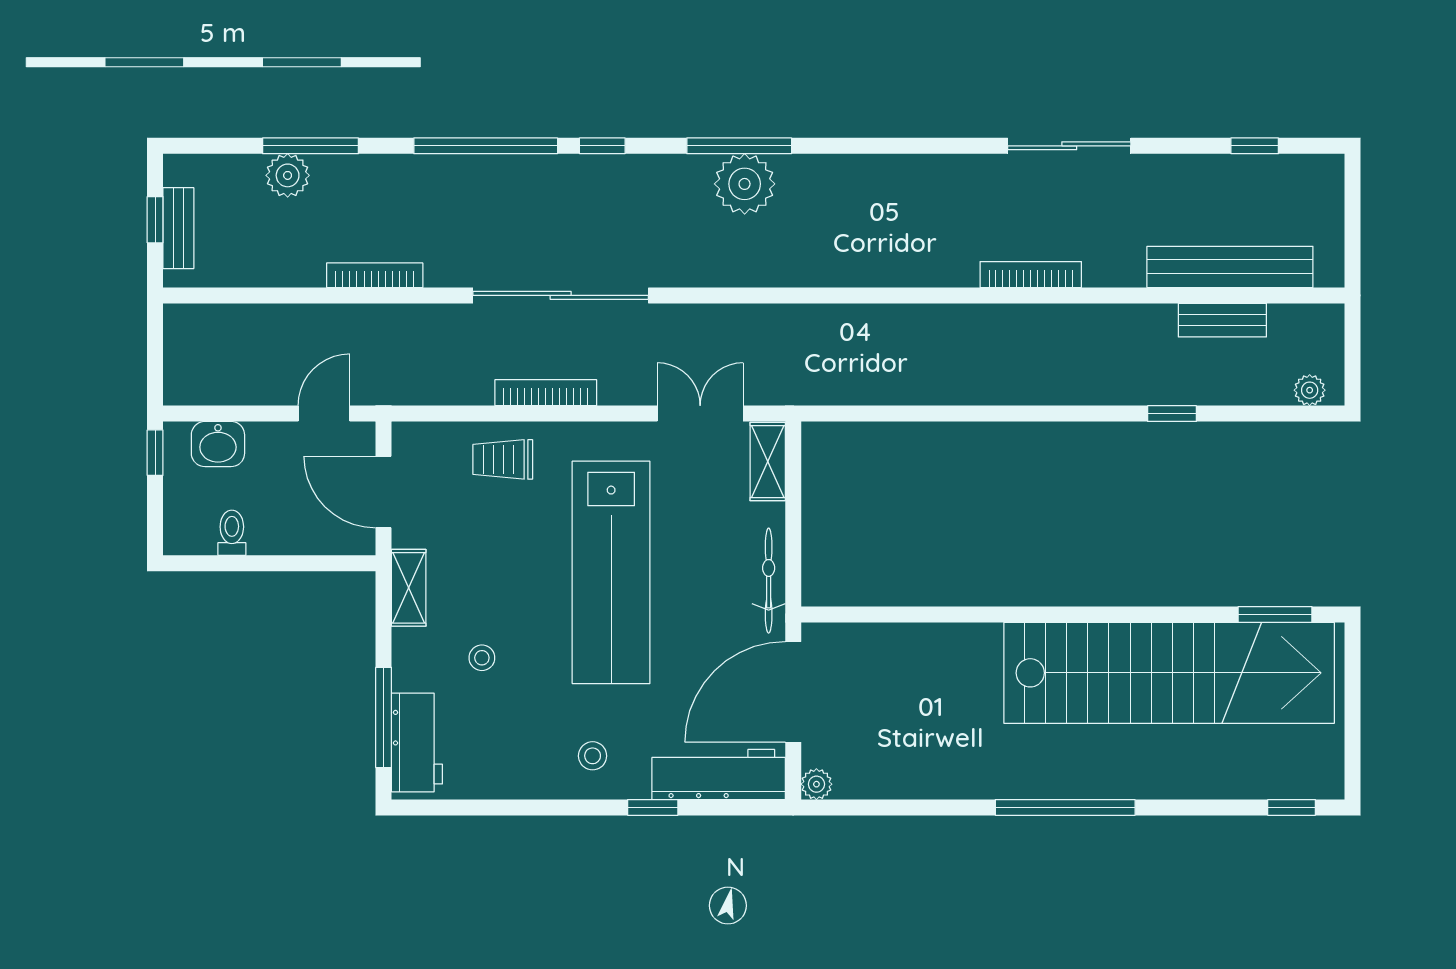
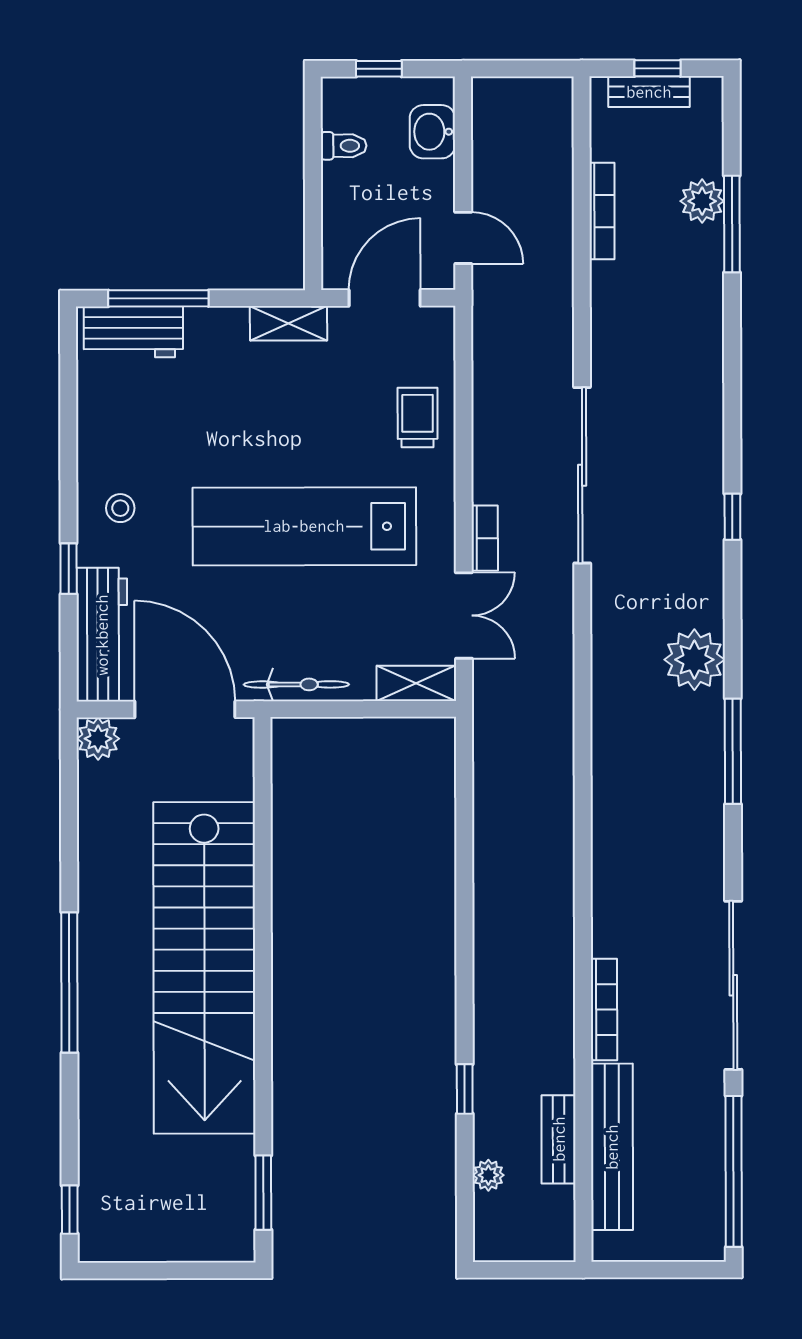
window: (486, 146) -> (732, 400), removed
window: (739, 146) -> (733, 751), moved
sliding door: (1069, 146) -> (733, 985), width x1.36
window: (1255, 146) -> (734, 1171), width x3.17
bookcase: (375, 275) -> (602, 211), moved
bookcase: (1031, 275) -> (604, 1009), moved
plant: (1310, 390) -> (488, 1175), moved
bookcase: (546, 393) -> (485, 538), moved, width x0.64
window: (155, 453) -> (379, 69), moved
stool: (482, 658) -> (218, 397), removed
stairs: (1169, 673) -> (204, 968), moved
plant: (816, 784) -> (98, 739), width x1.38, depth x1.38

